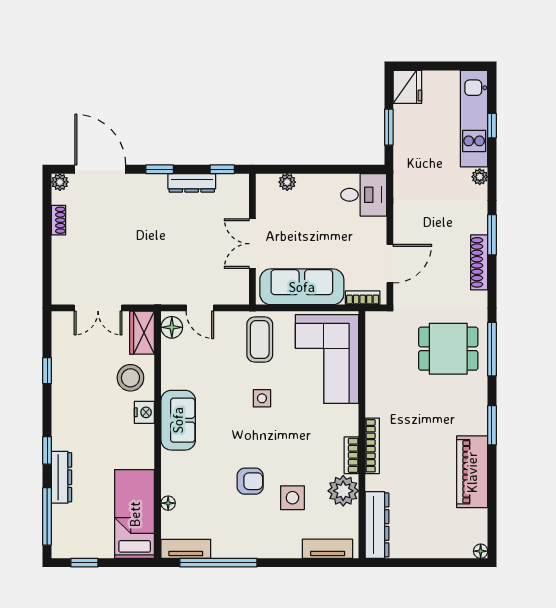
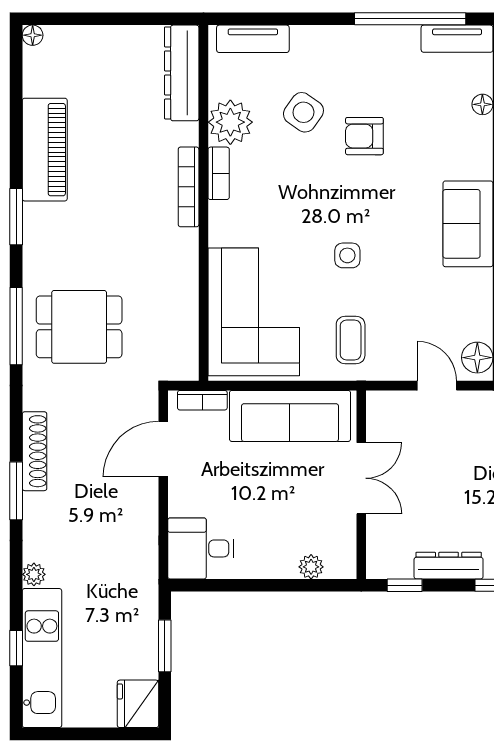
coffee table: (260, 340) -> (351, 340), width x0.73, depth x0.77
side table: (292, 498) -> (303, 112), turned 35

